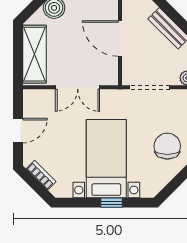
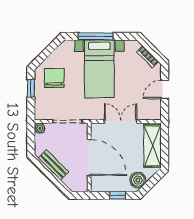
door: (120, 38) -> (89, 157), width x1.36
chair: (167, 146) -> (54, 78), turned 180
window: (111, 203) -> (96, 36), width x2.17

